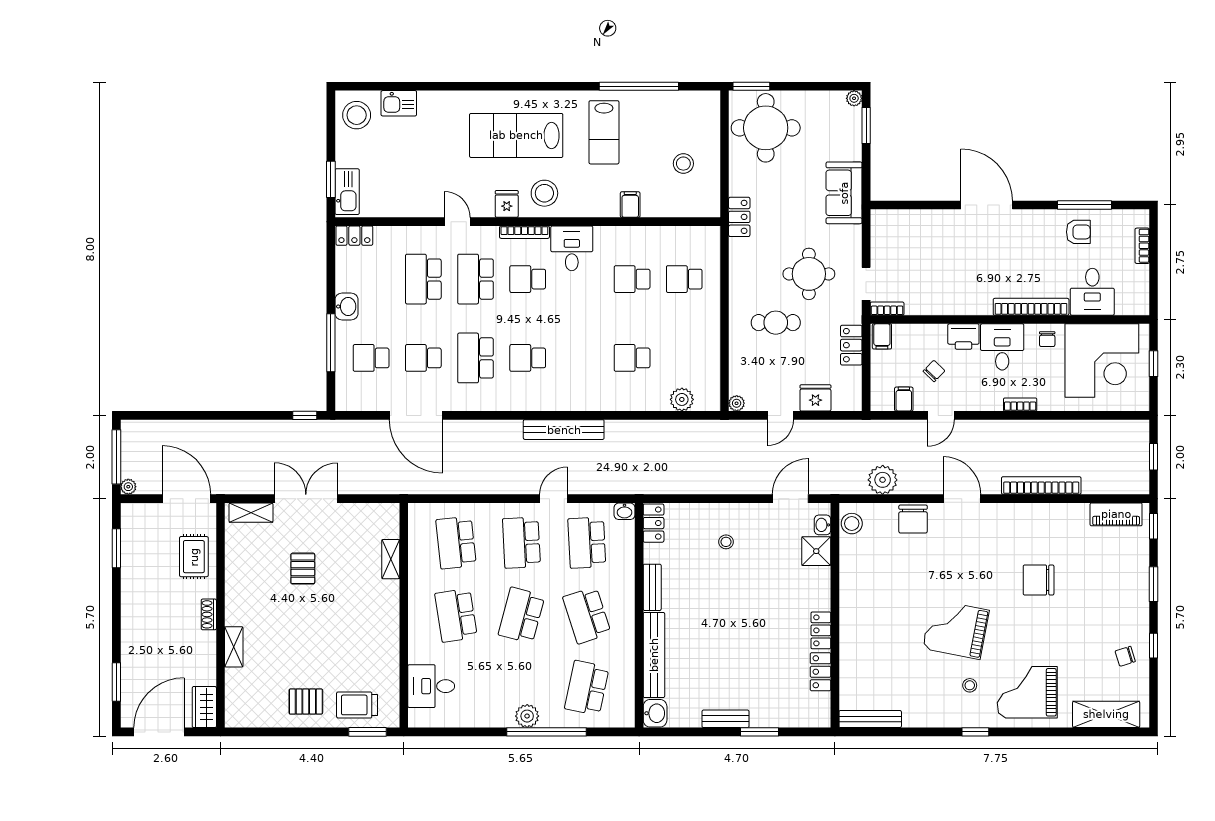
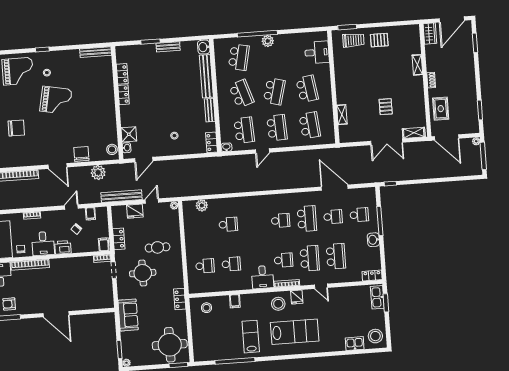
stool: (683, 164) -> (207, 308), moved
bench: (564, 430) -> (122, 196), moved

